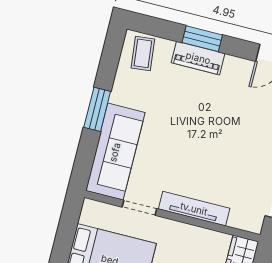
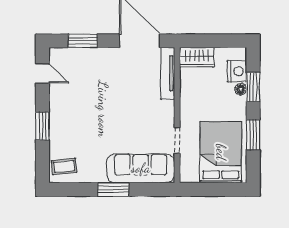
piano: (198, 58) -> (57, 125), removed
tv unit: (194, 209) -> (168, 73), moved

